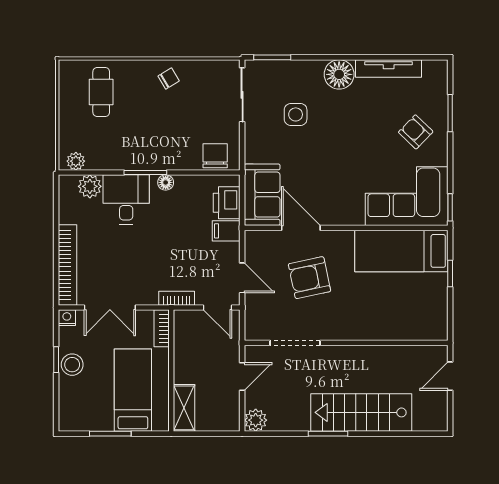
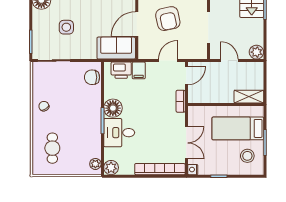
cafe table: (101, 92) -> (52, 148), turned 90
floor lamp: (166, 182) -> (113, 108), width x1.89, depth x1.89
plant: (90, 186) -> (111, 168), moved
bookcase: (162, 328) -> (199, 111), removed
stool: (72, 365) -> (247, 156), moved

